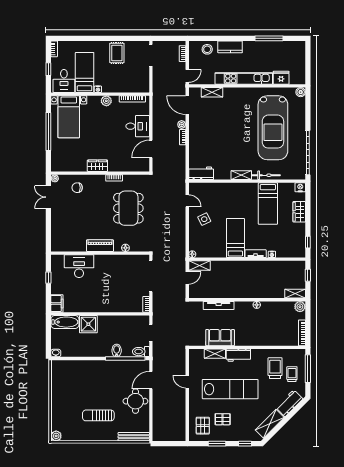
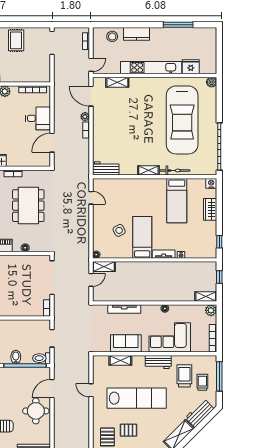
side table: (204, 219) -> (119, 230), moved
corner sofa: (261, 332) -> (170, 337), added
workbench: (238, 355) -> (158, 362), moved

